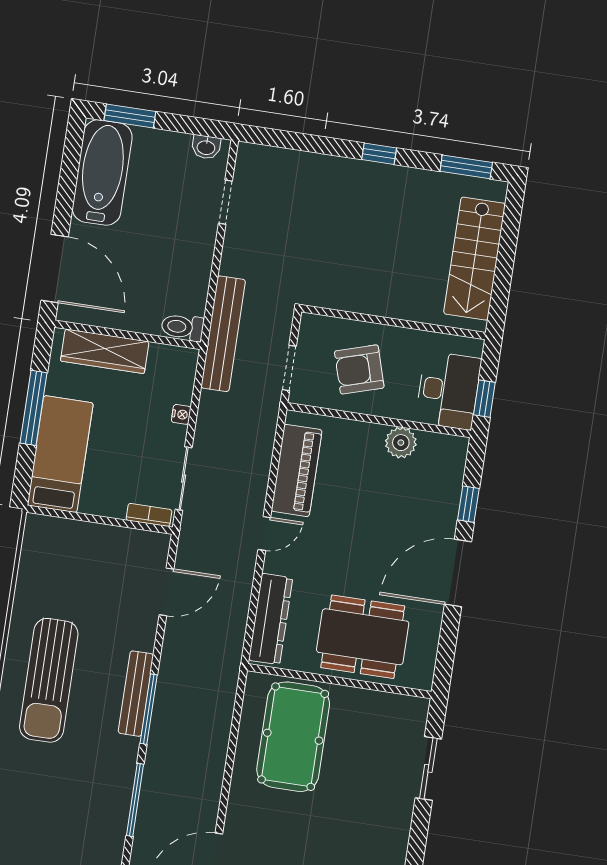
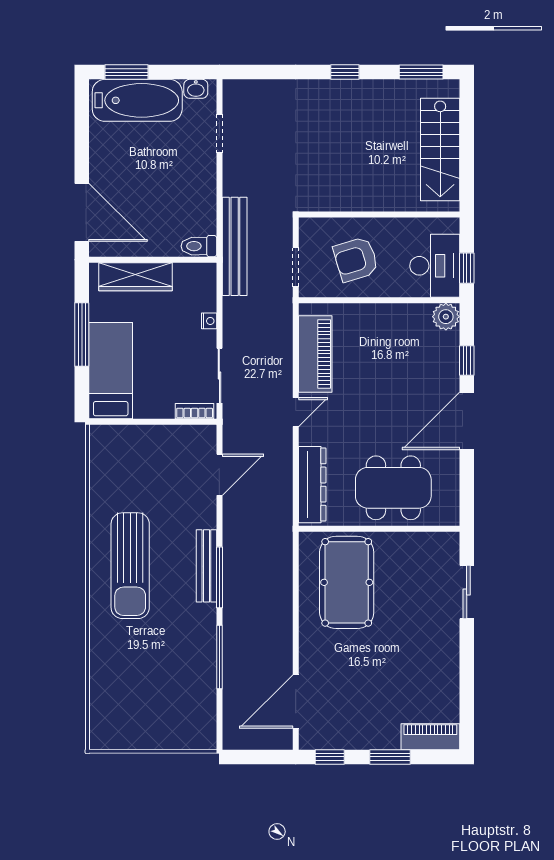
bathtub: (102, 173) -> (137, 100), moved, turned 90
plant: (401, 443) -> (446, 317), moved

